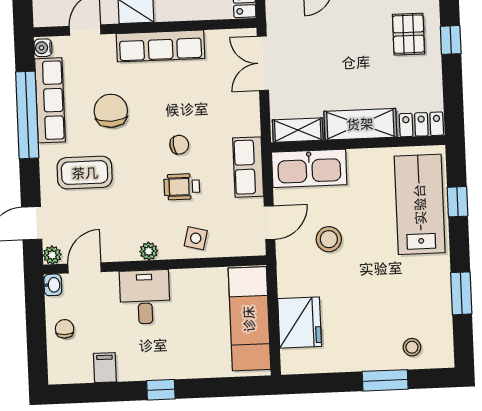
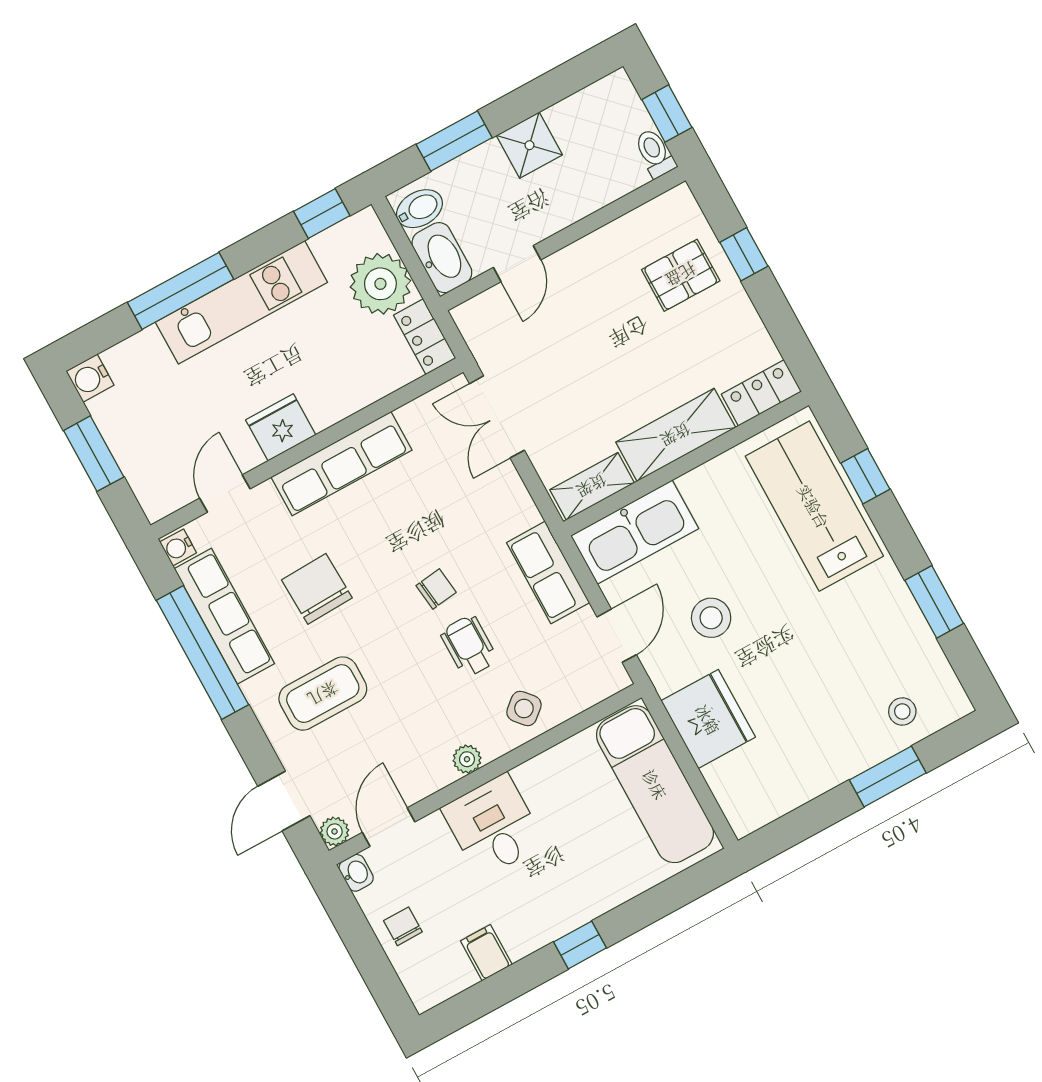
pallet: (408, 34) -> (681, 275), turned 90
wheelchair: (182, 187) -> (469, 646), turned 90
side table: (196, 238) -> (524, 708), turned 35
fridge: (300, 323) -> (708, 719), moved

